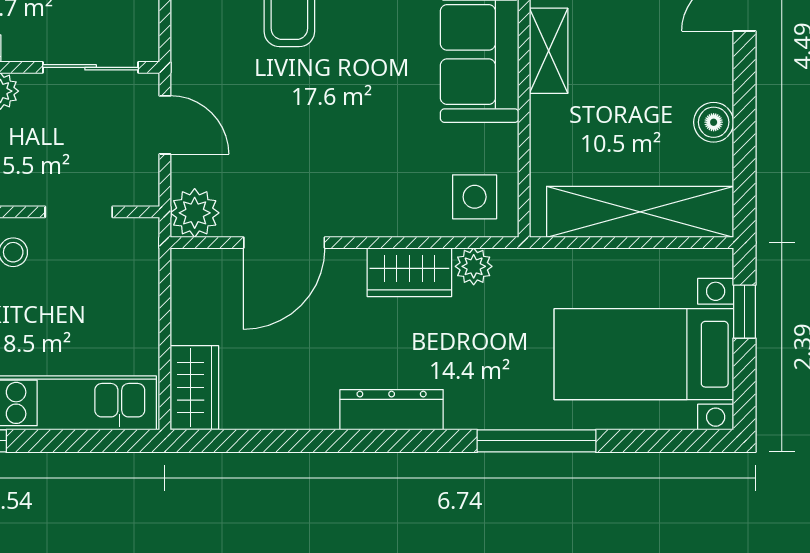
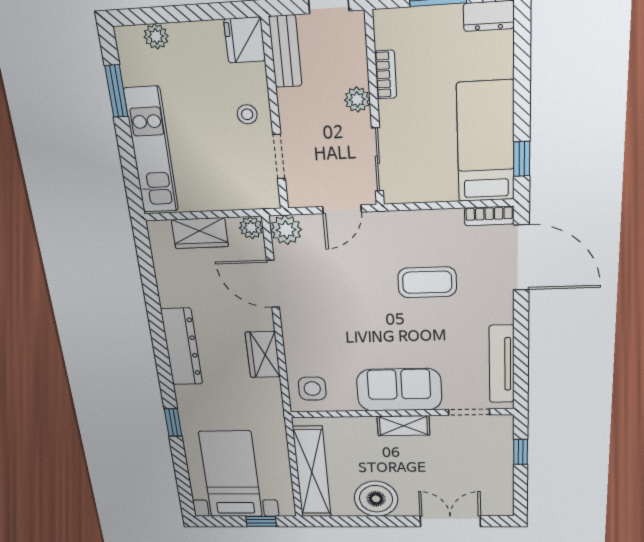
boiler: (714, 122) -> (376, 499), width x1.86, depth x1.86
plant: (474, 266) -> (251, 228), moved
wardrobe: (194, 388) -> (200, 233), moved
dresser: (392, 410) -> (182, 347), width x1.37, depth x1.24
window: (536, 441) -> (173, 423), width x0.46

